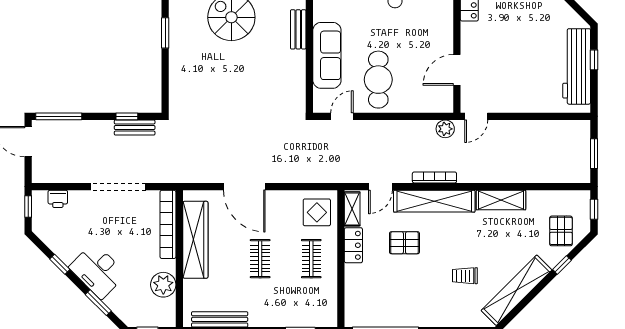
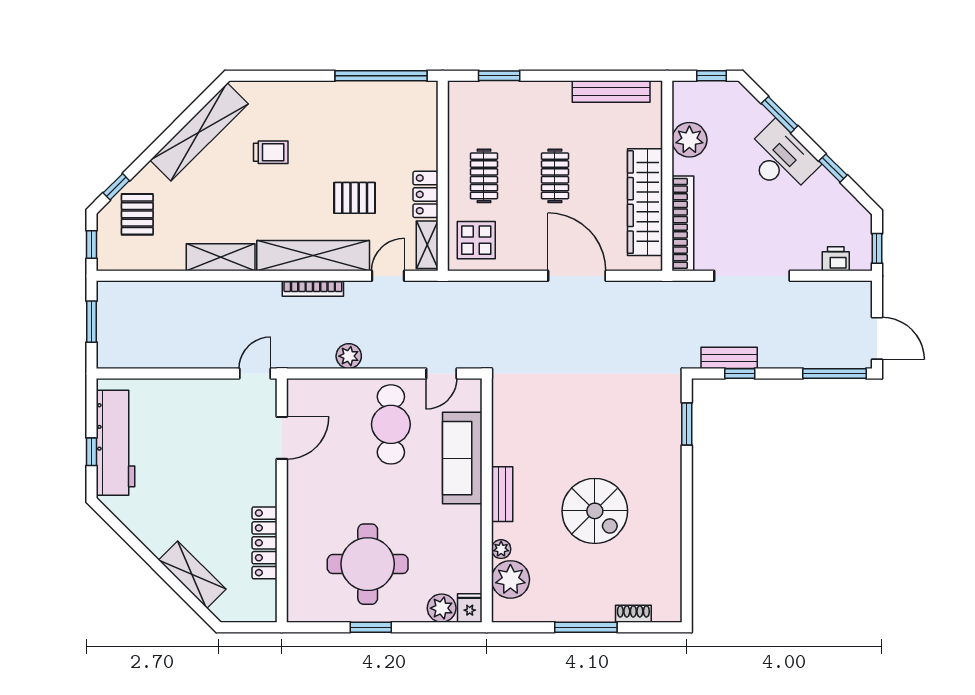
window: (165, 33) -> (687, 424), moved
plant: (445, 129) -> (349, 356), moved
window: (562, 265) -> (116, 187), moved

